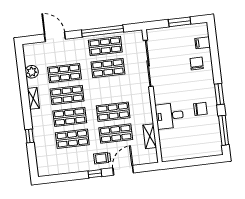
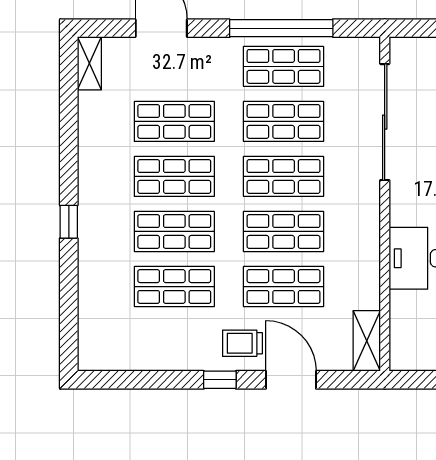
plant: (32, 72) -> (93, 108), removed
shop shelf: (111, 90) -> (284, 176), added
shelving: (33, 98) -> (89, 63), moved
window: (29, 136) -> (69, 222), moved
shelving: (150, 136) -> (367, 341), moved
door: (123, 170) -> (291, 380), hinge flipped

